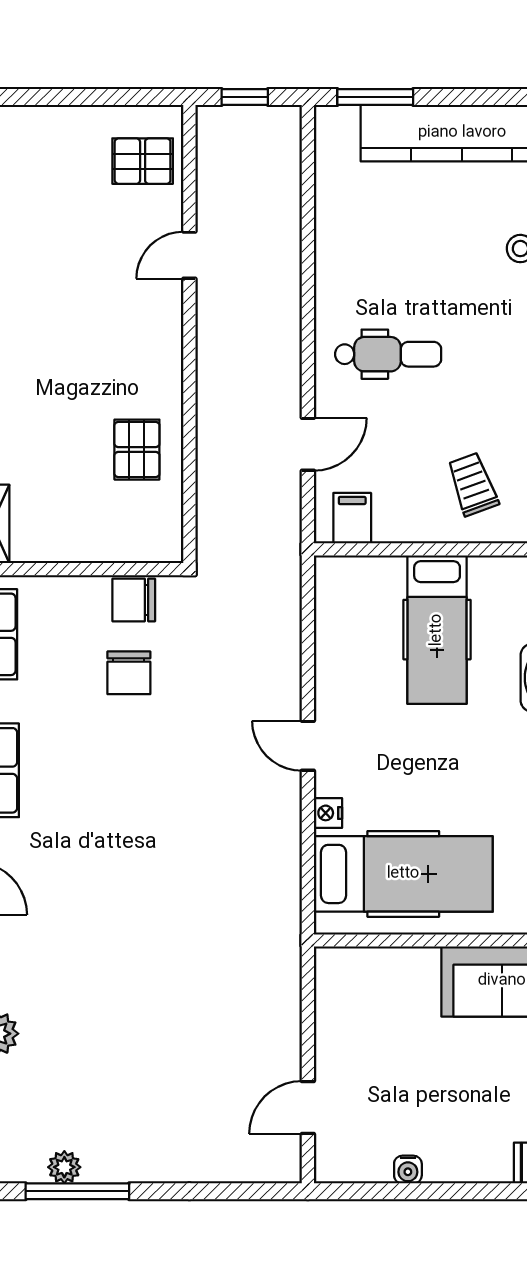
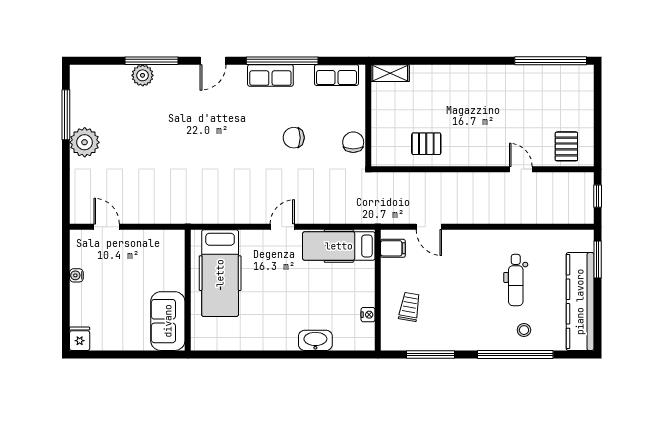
dental chair: (388, 354) -> (516, 280), moved
trolley: (473, 484) -> (409, 307), turned -60
hospital bed: (437, 630) -> (339, 246), moved
chair: (129, 673) -> (294, 138), moved
nightstand: (328, 813) -> (368, 315), moved, turned 90
plant: (64, 1167) -> (85, 142), moved, width x1.88, depth x1.88

